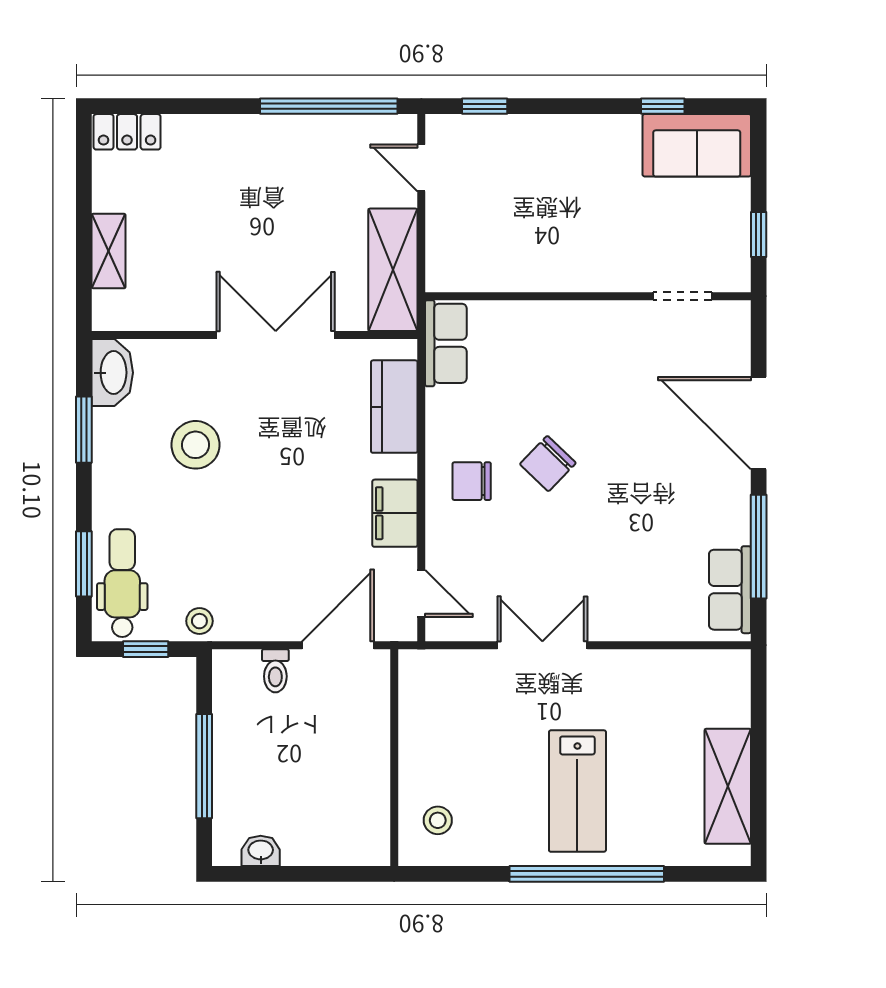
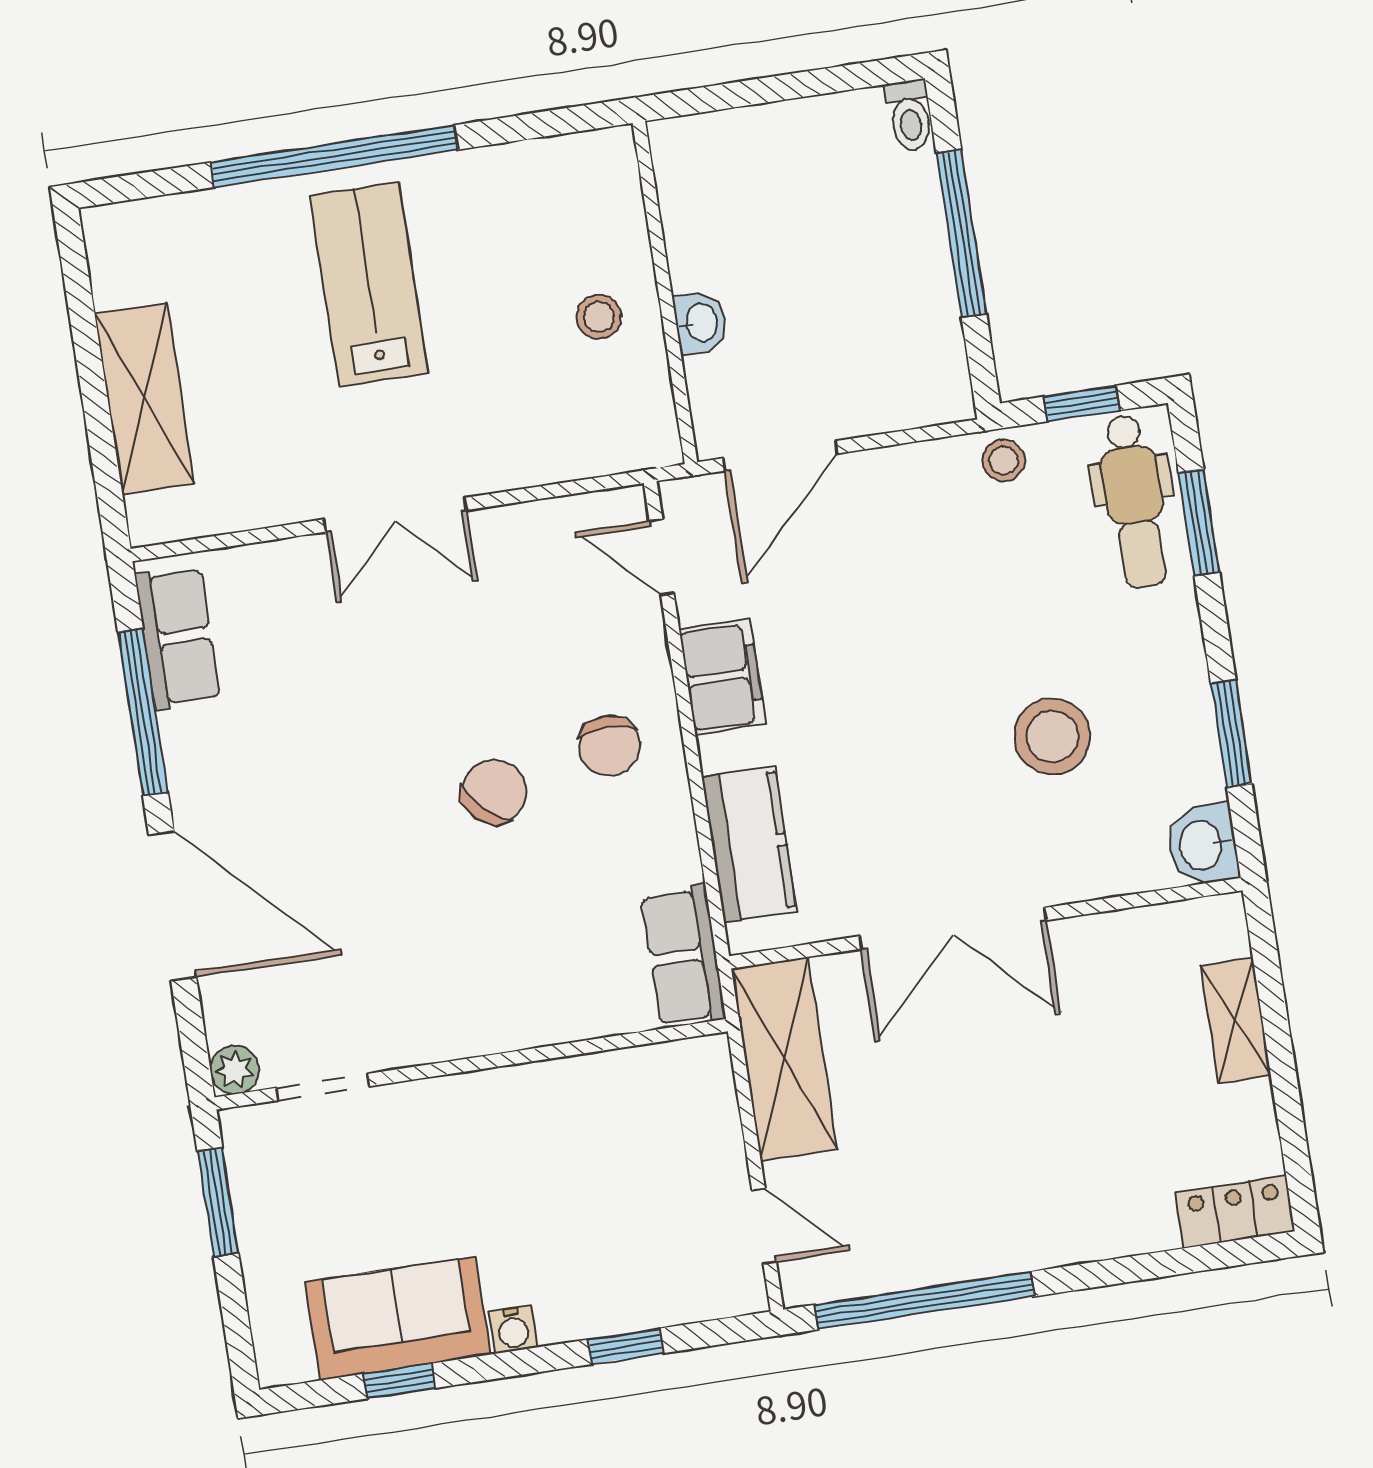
window: (485, 106) -> (626, 1346), moved
water cooler: (587, 127) -> (513, 1329), added
sofa: (697, 145) -> (398, 1318), moved
window: (759, 235) -> (218, 1202), width x1.50
plant: (736, 315) -> (235, 1070), added
washbasin: (112, 373) -> (1203, 845), width x0.72
chair: (472, 481) -> (610, 746), turned 90
double door: (542, 645) -> (395, 515), moved
toilet: (275, 671) -> (909, 115), moved, turned 180
shelving: (728, 786) -> (145, 399), moved
stool: (438, 820) -> (599, 317), moved
washbasin: (261, 851) -> (700, 323), moved, turned -90

